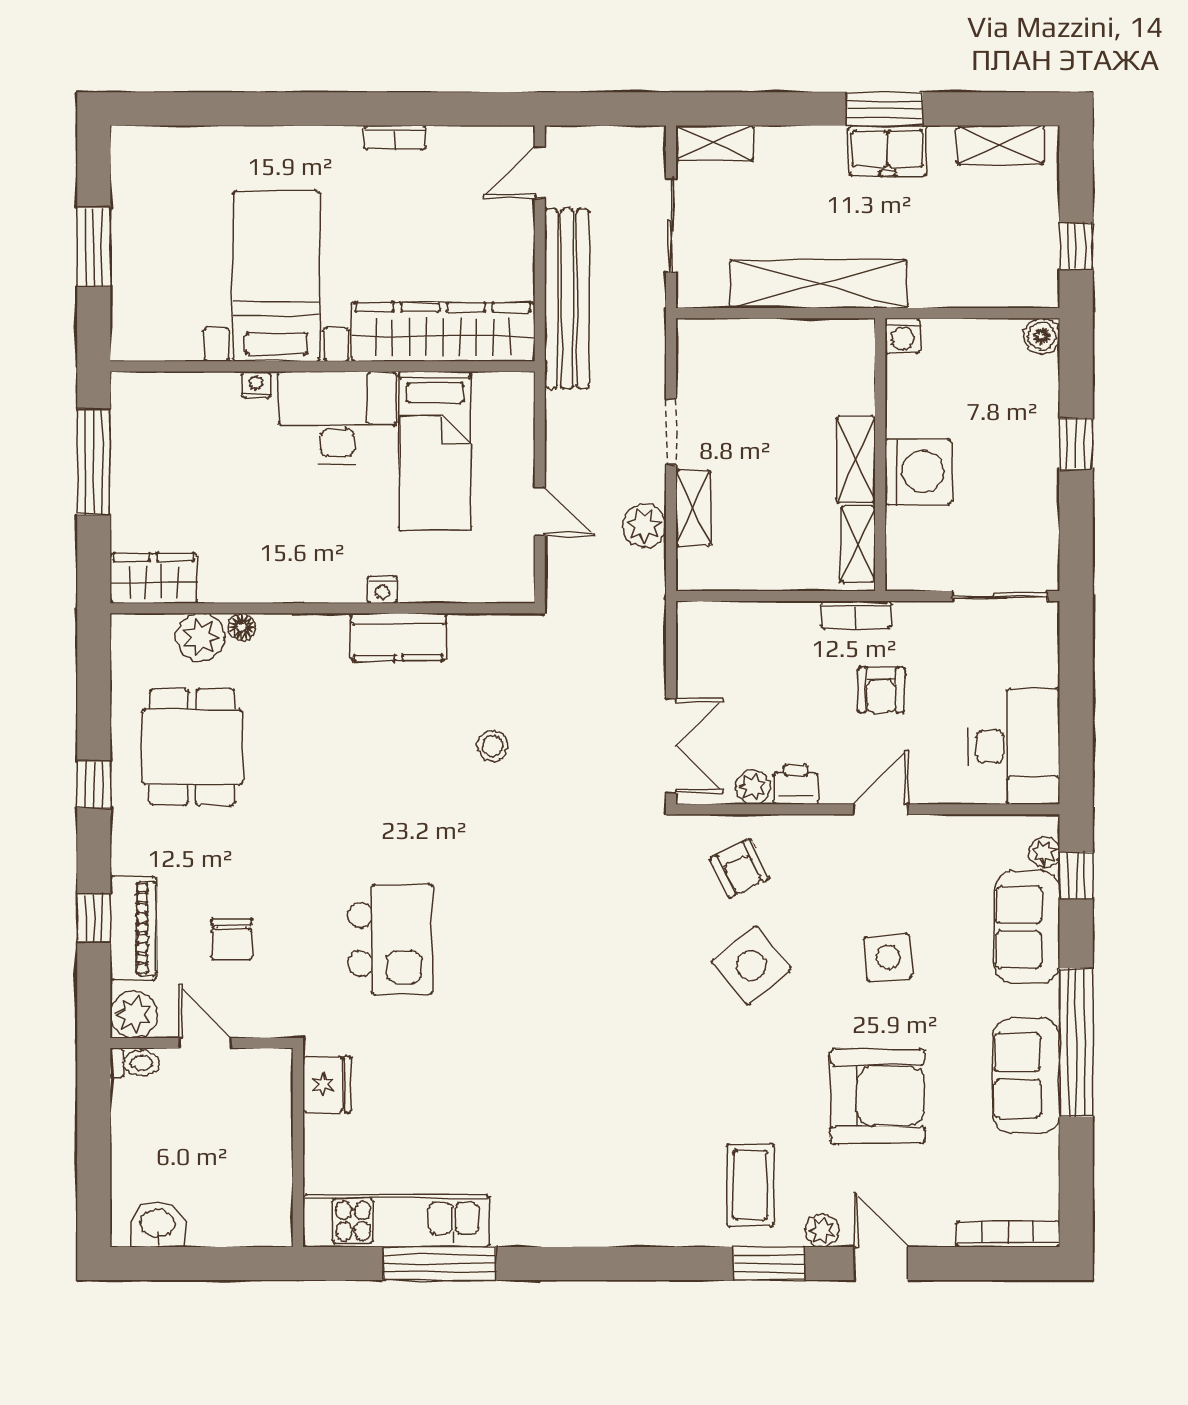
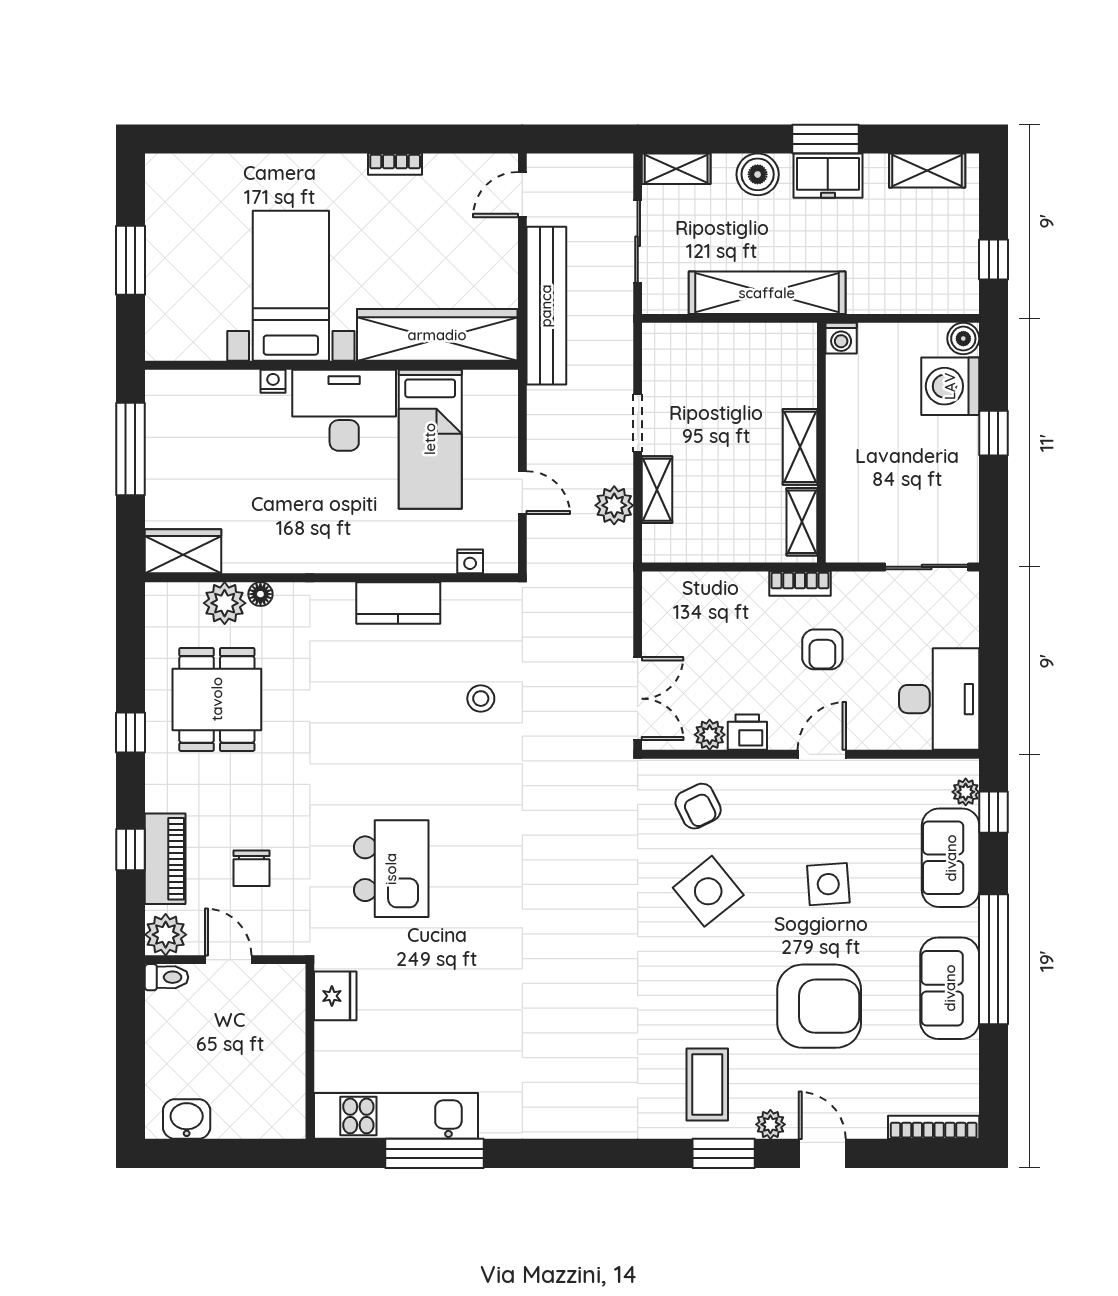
boiler: (808, 149) -> (758, 174), added
washing machine: (918, 472) -> (950, 386), moved, turned 180
nightstand: (382, 590) -> (470, 561), moved

